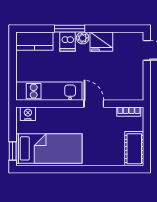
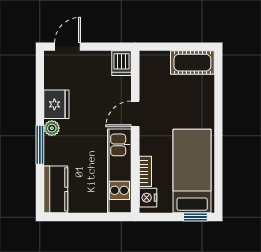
dishwasher: (68, 42) -> (122, 63), moved, turned 90
bookcase: (129, 112) -> (145, 171), moved

